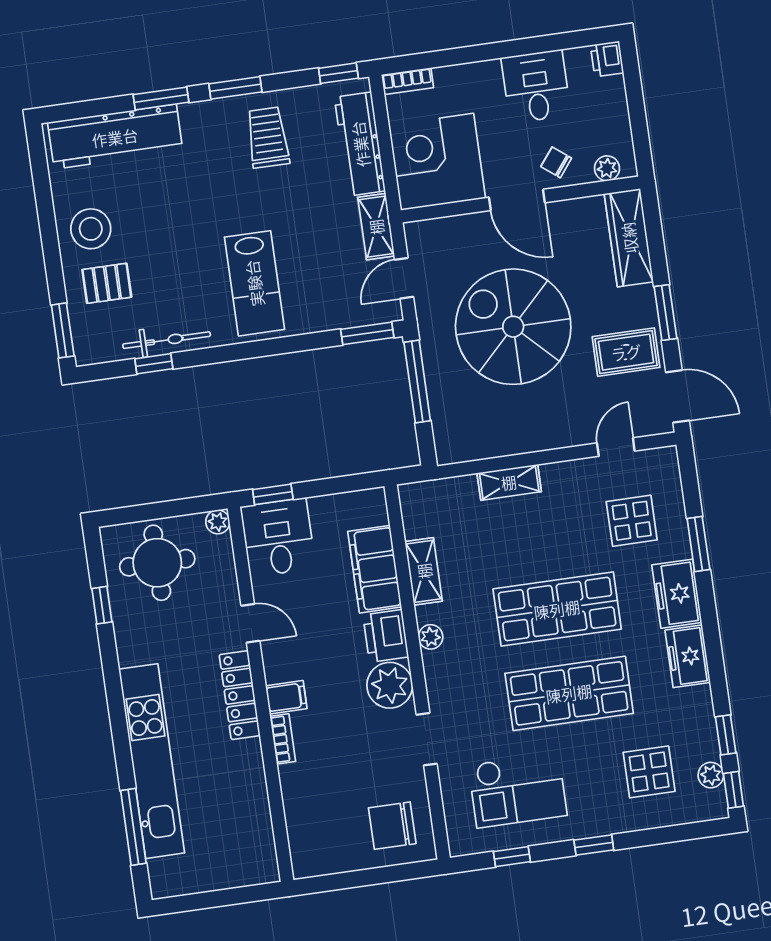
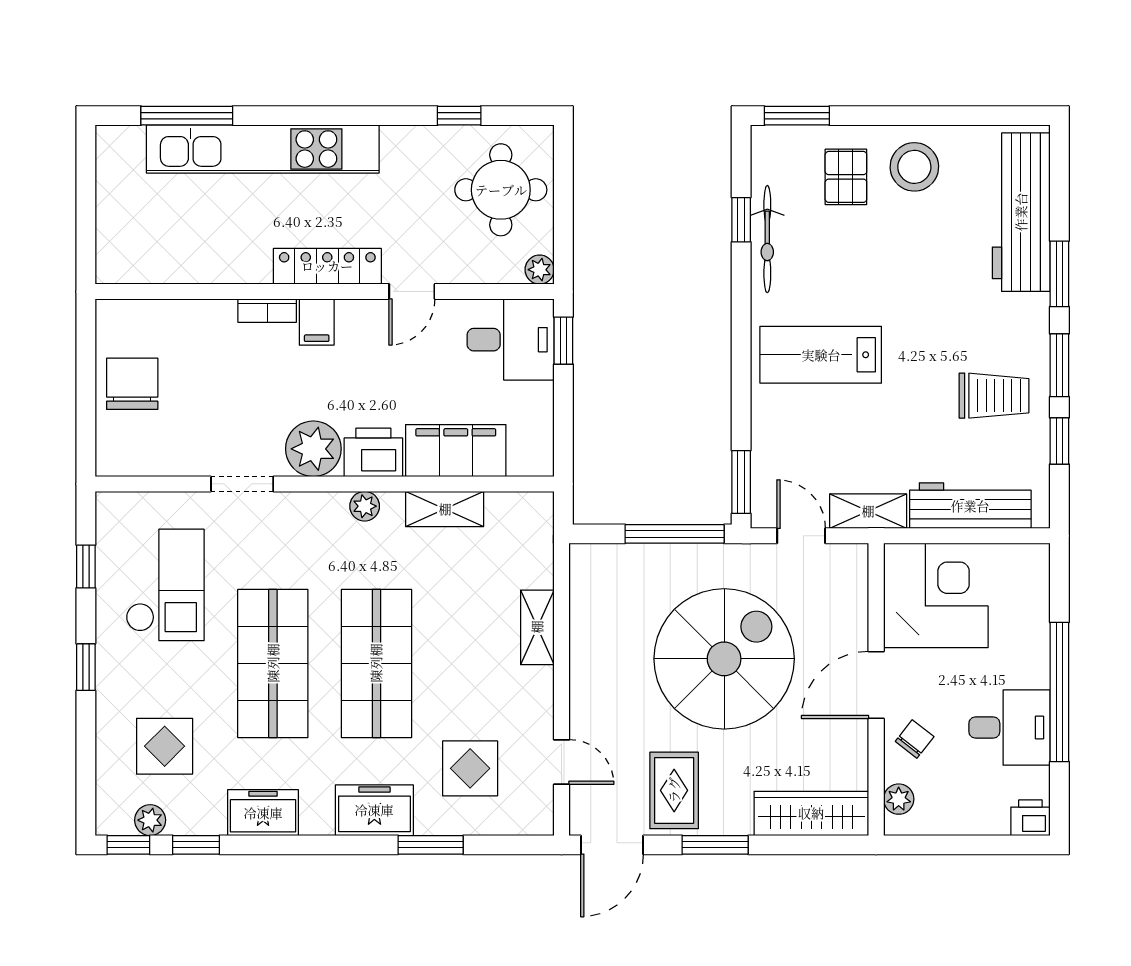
window: (501, 50) -> (1059, 692), added
window: (338, 73) -> (1059, 441), moved
bookcase: (407, 81) -> (1038, 574), removed
freezer: (688, 656) -> (263, 813), moved
checkout: (518, 790) -> (165, 585), turned 180
chair: (392, 826) -> (132, 384), moved

